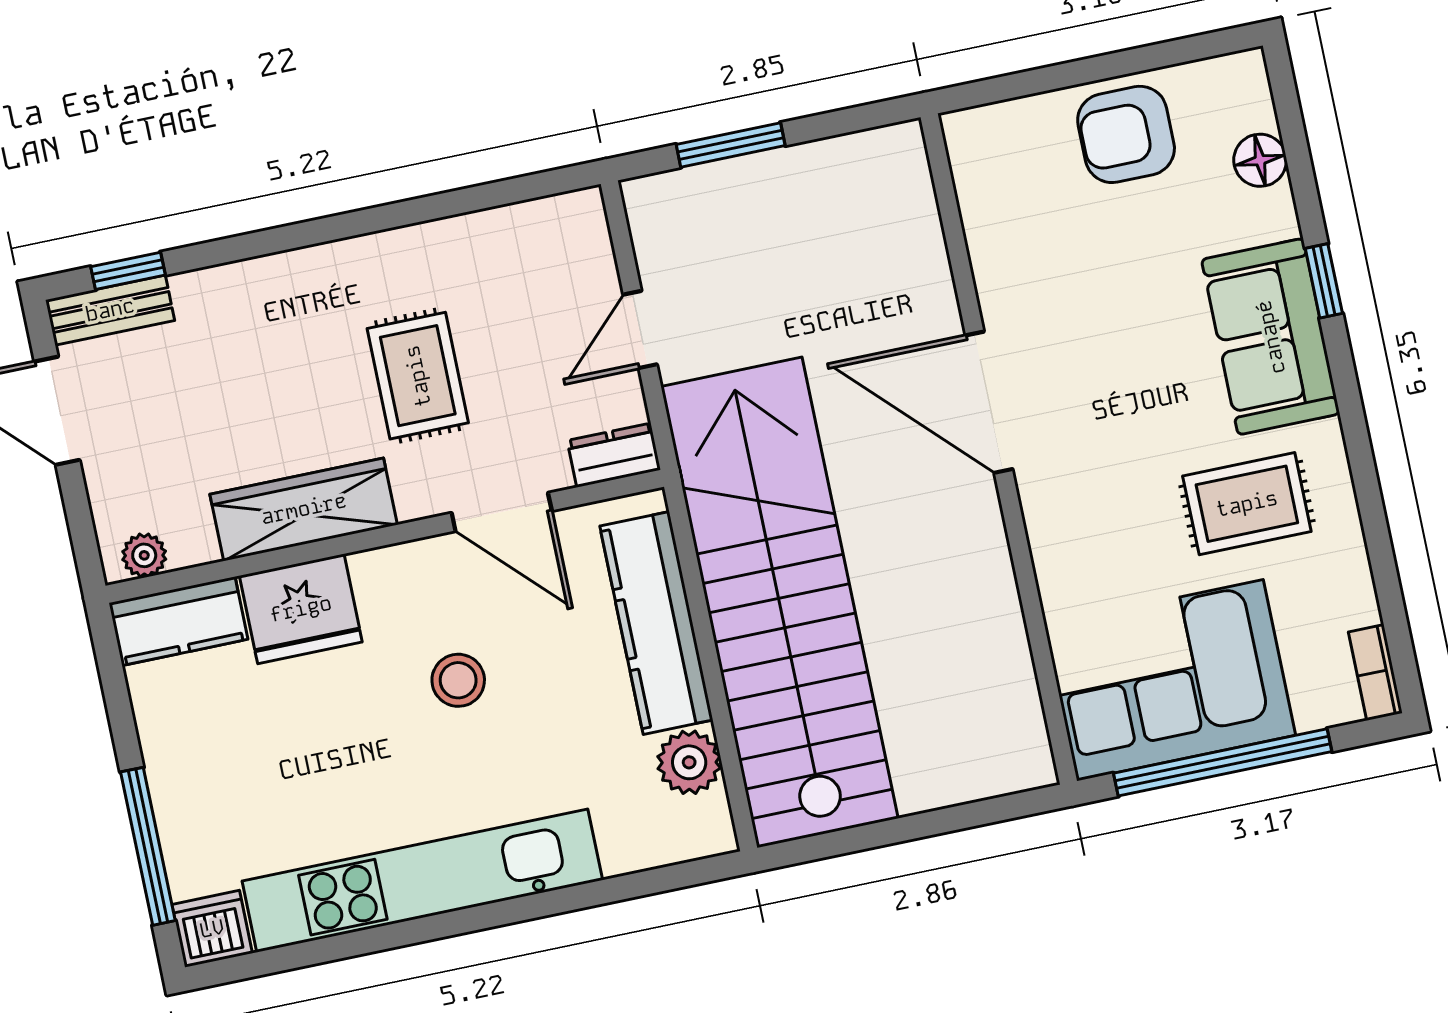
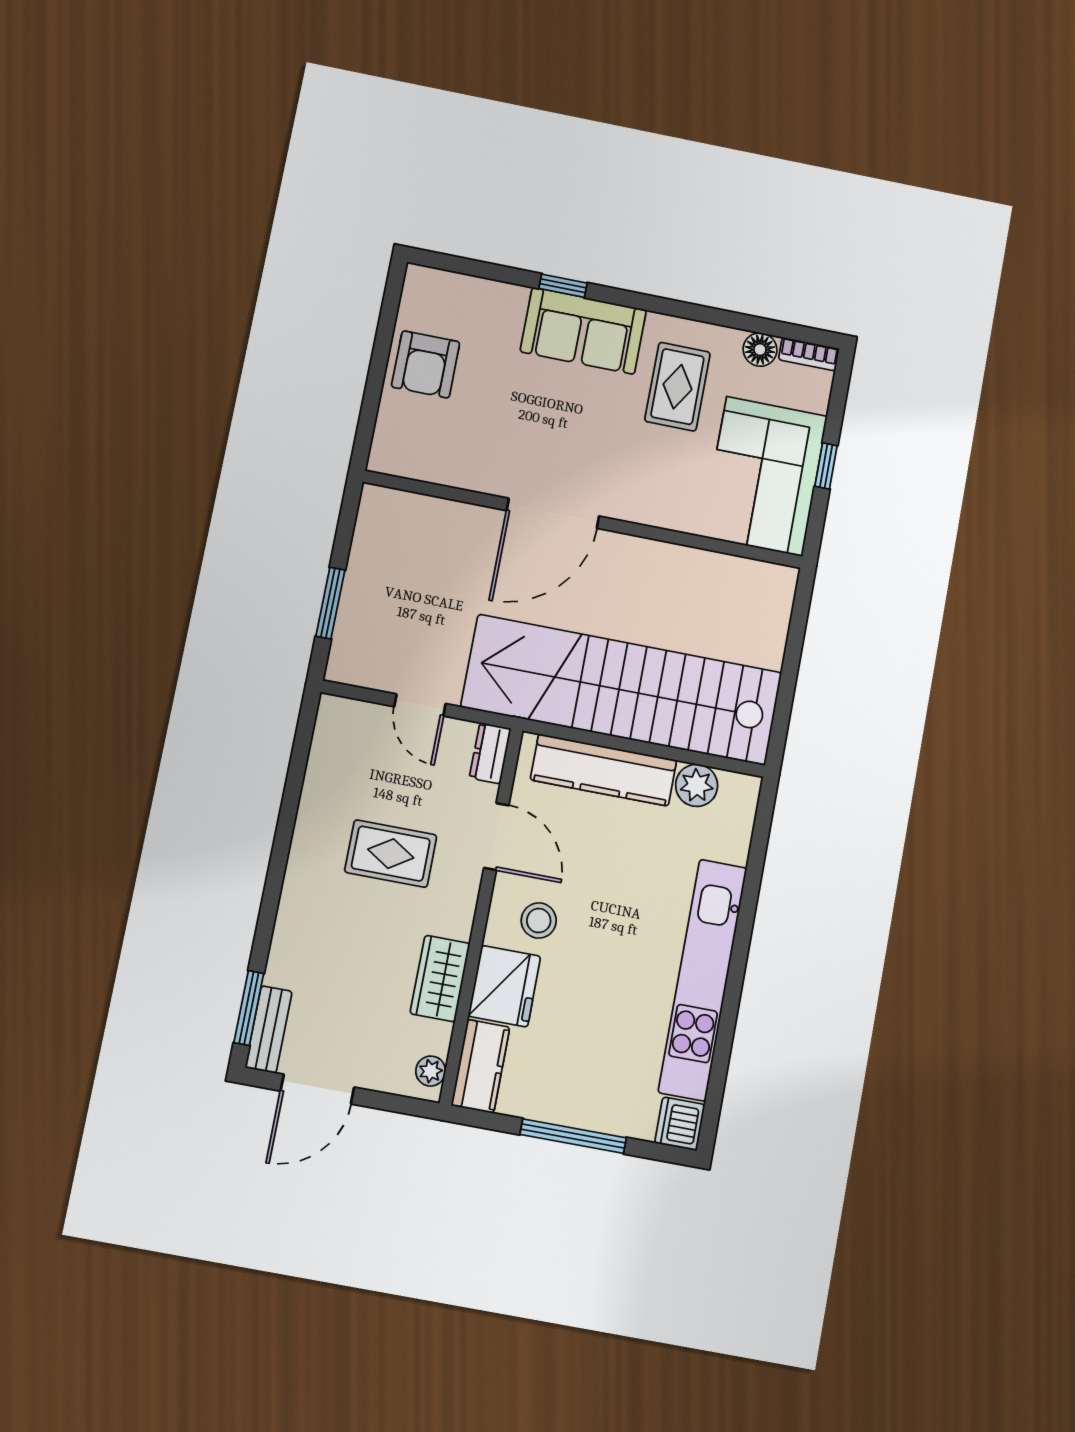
floor lamp: (1260, 160) -> (760, 350), moved
window: (128, 271) -> (249, 1008), width x1.50
wardrobe: (304, 509) -> (440, 979), width x0.67
door: (502, 512) -> (496, 837), hinge flipped
stool: (458, 680) -> (539, 921), moved
window: (1223, 762) -> (826, 466), width x0.32
window: (148, 846) -> (573, 1136), moved

